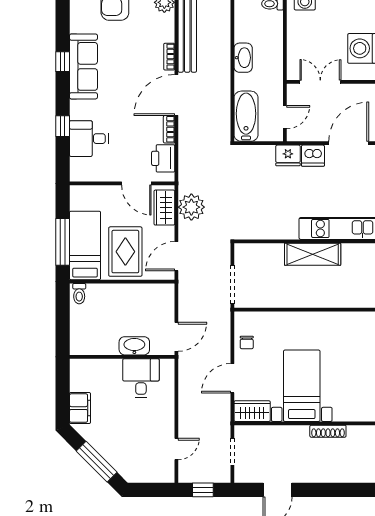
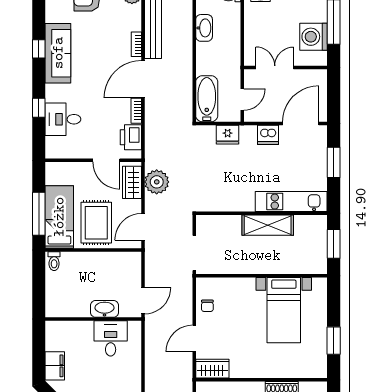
washbasin: (243, 58) -> (204, 28), moved
fridge: (288, 155) -> (228, 135), moved
bed with nightstands: (302, 386) -> (284, 310), moved, turned 180

